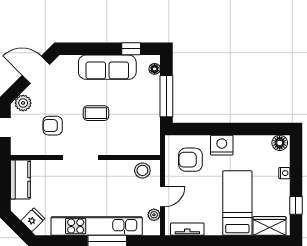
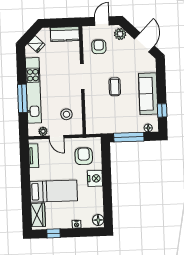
armchair: (53, 126) -> (99, 47), moved
stool: (142, 170) -> (66, 114), moved

